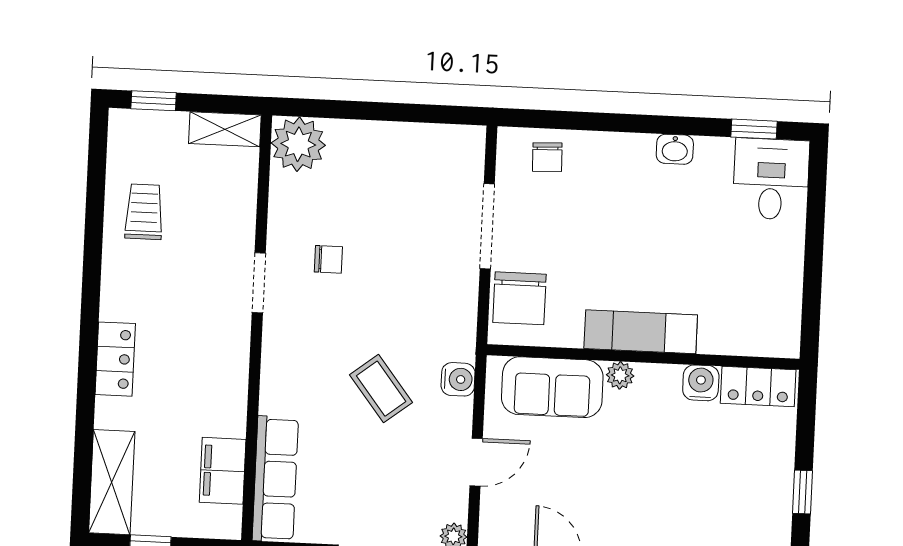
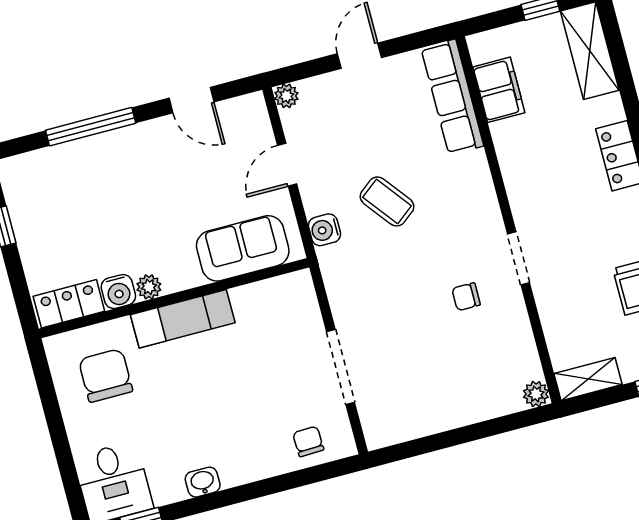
plant: (298, 144) -> (536, 394), width x0.53, depth x0.53
chair: (519, 298) -> (106, 375), moved
plant: (620, 375) -> (149, 287), moved

